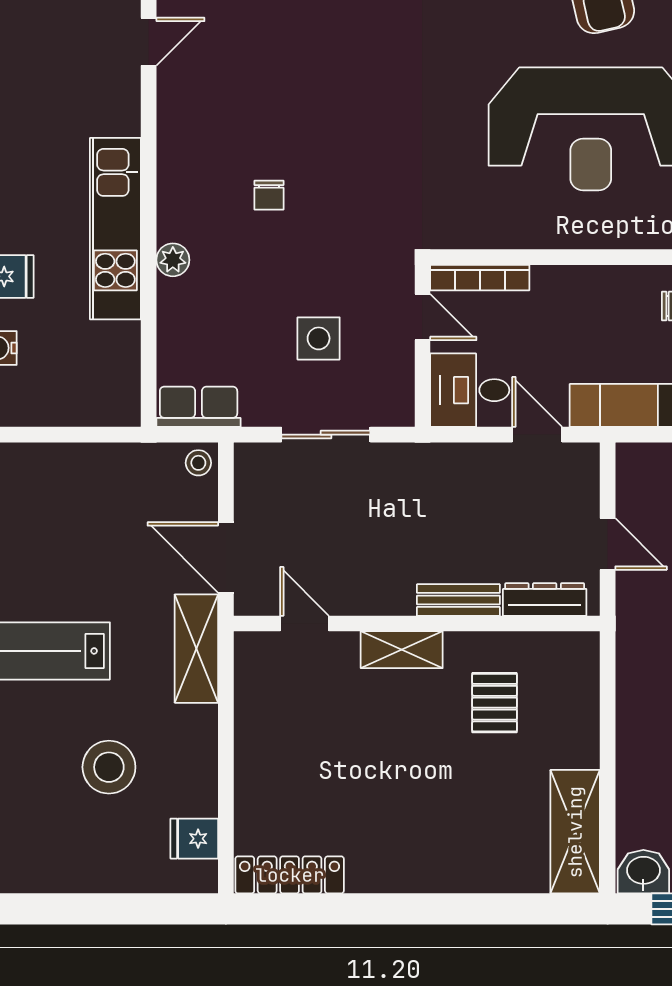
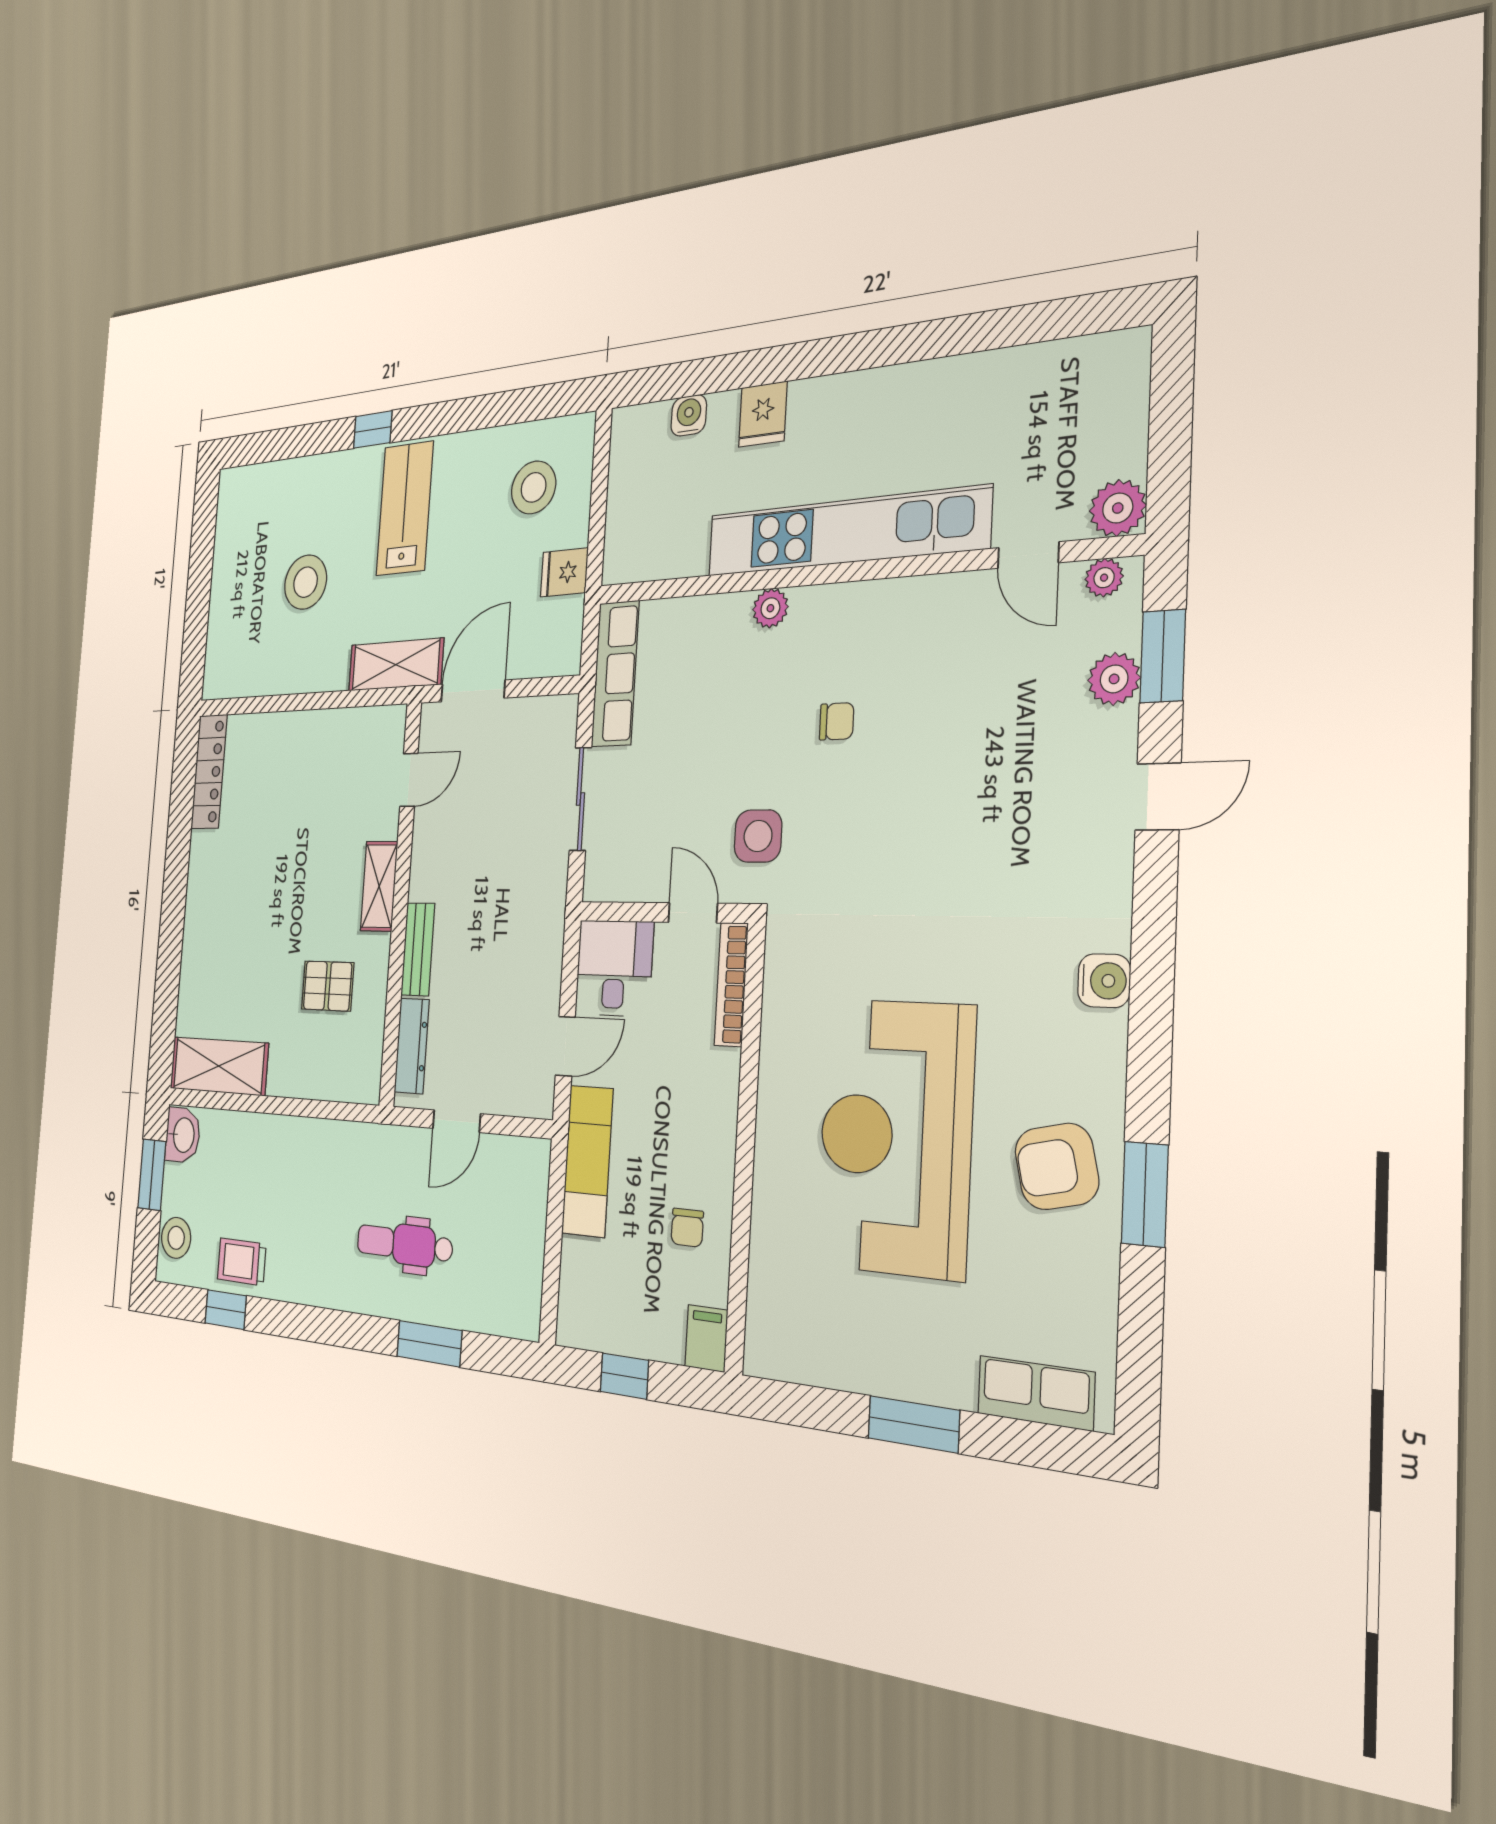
chair: (269, 195) -> (837, 721), turned 180
kitchen unit: (115, 229) -> (845, 532), width x1.36
door: (422, 317) -> (693, 913), swing flipped
side table: (319, 338) -> (758, 836), moved
row of seats: (199, 407) -> (615, 674), width x1.48
stool: (198, 463) -> (534, 487), moved, width x1.89, depth x1.89
fridge: (194, 839) -> (564, 572), moved, turned -90

